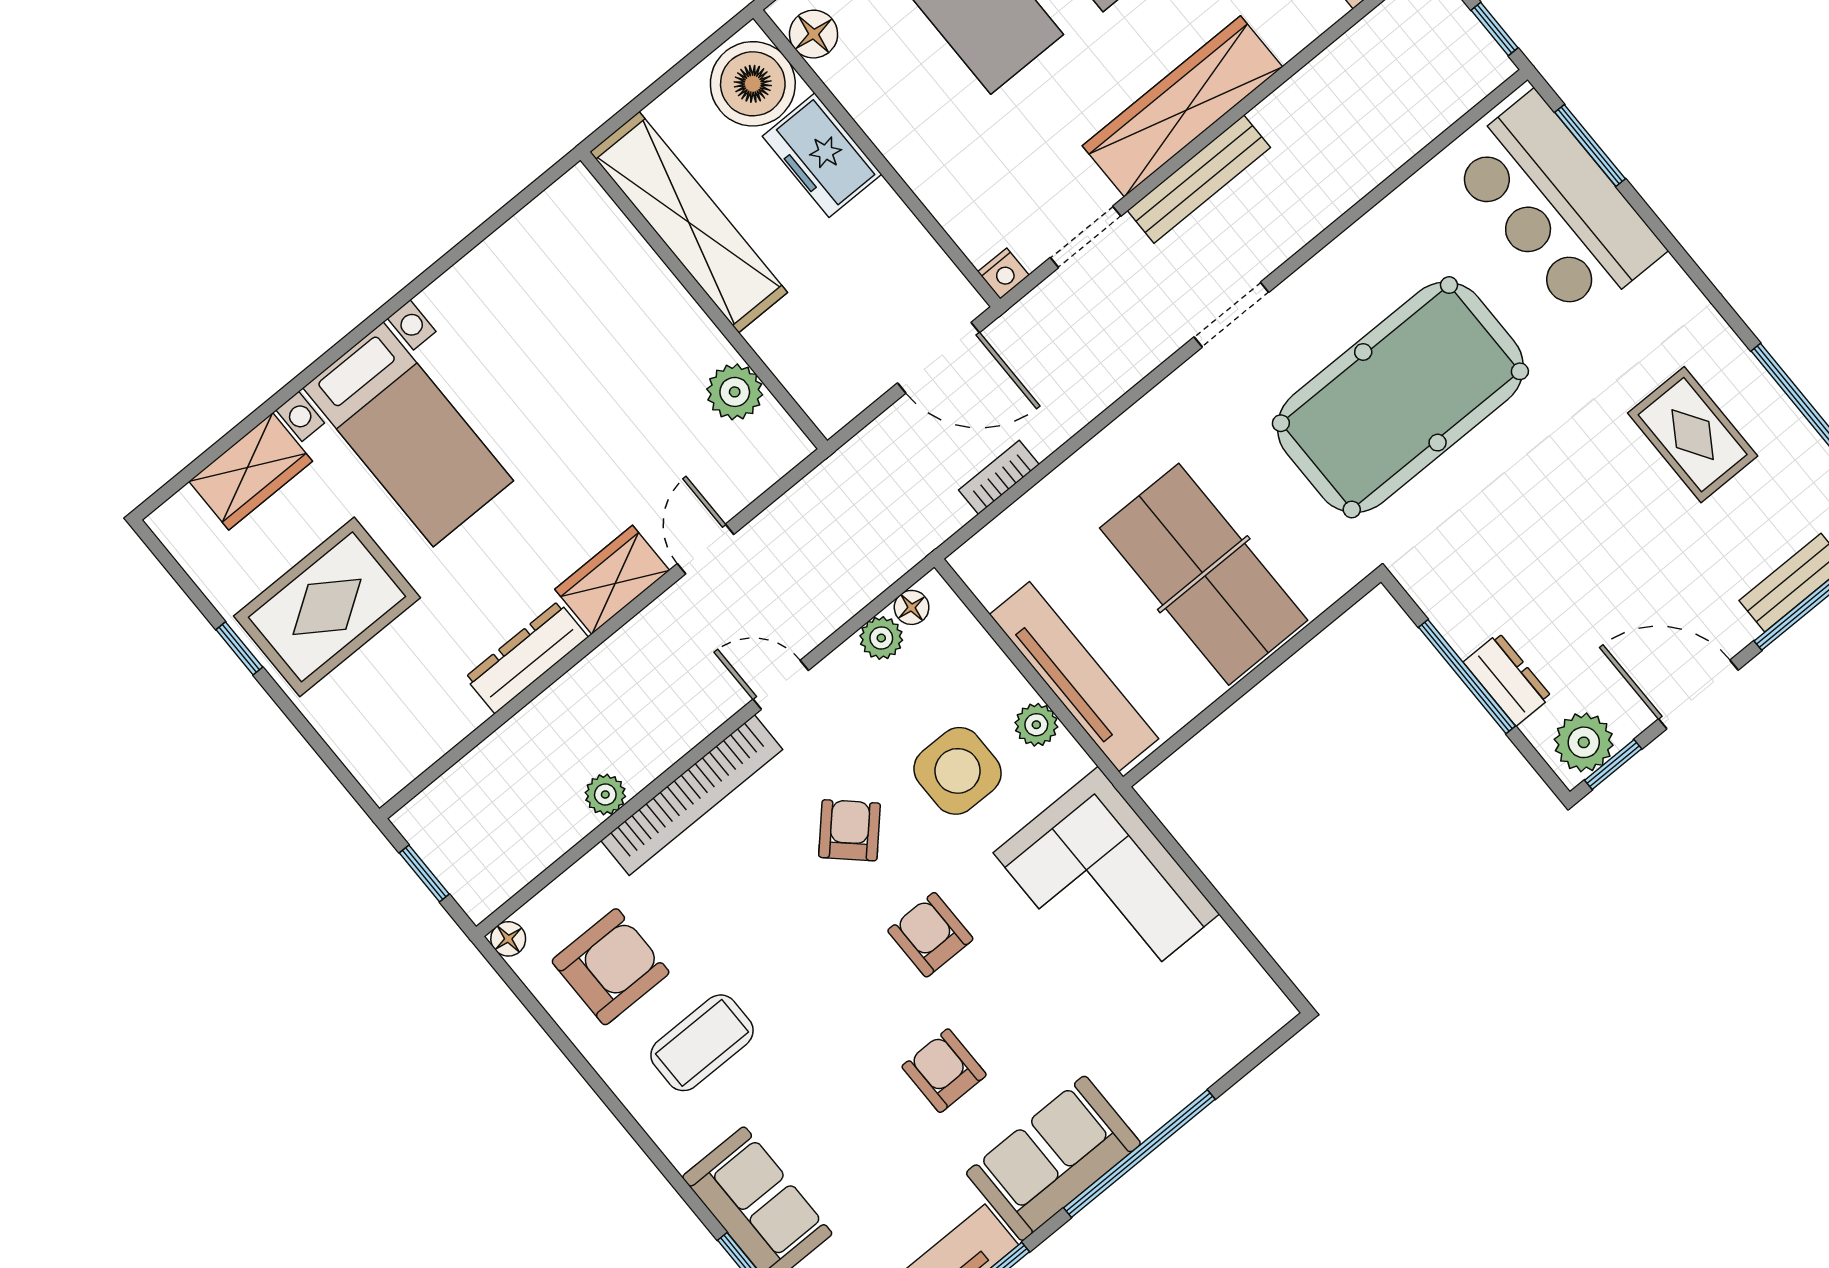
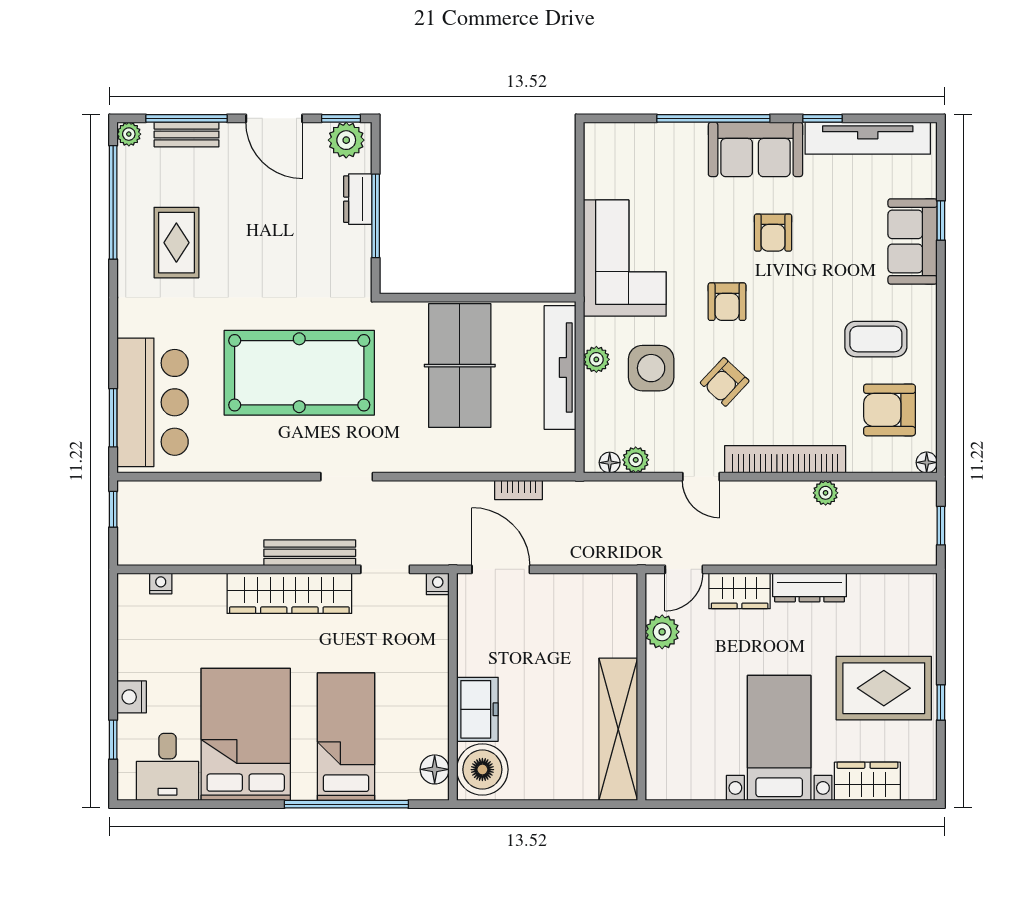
shelving: (689, 222) -> (618, 729), moved
wall: (704, 300) -> (641, 687), moved
plant: (735, 392) -> (662, 632), moved

